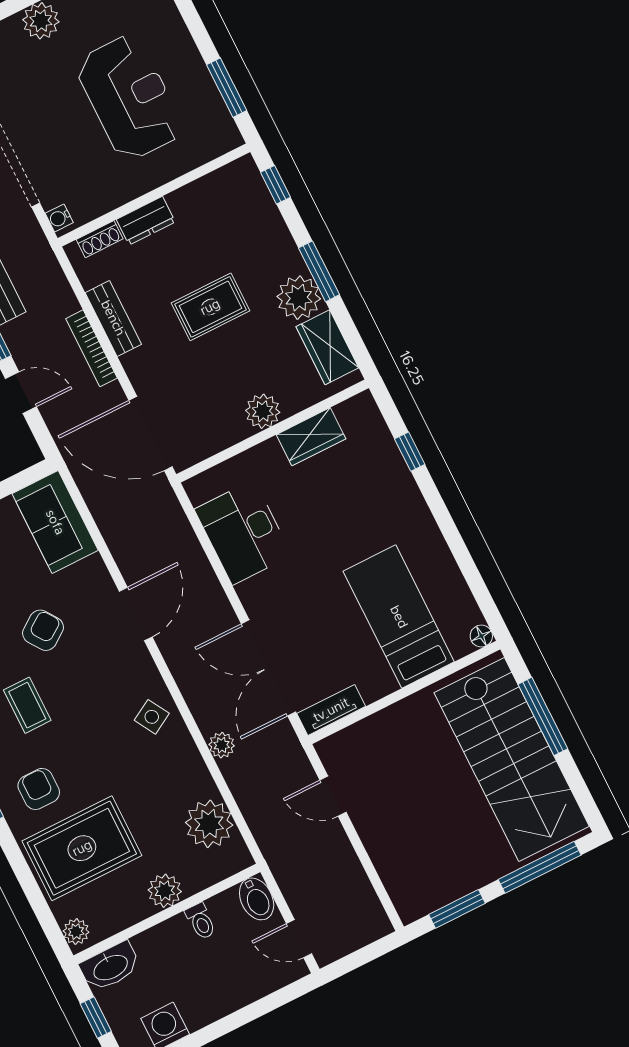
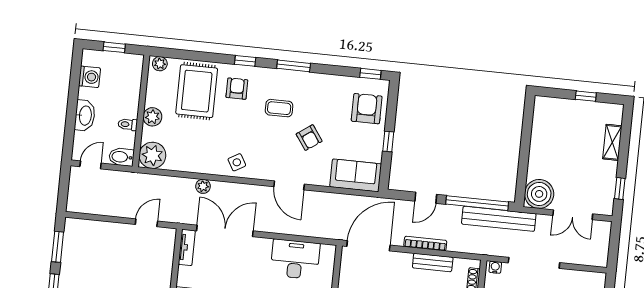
armchair: (39, 789) -> (237, 89), turned -90
plant: (209, 824) -> (152, 155), moved
washbasin: (110, 967) -> (85, 115), moved, turned 180

